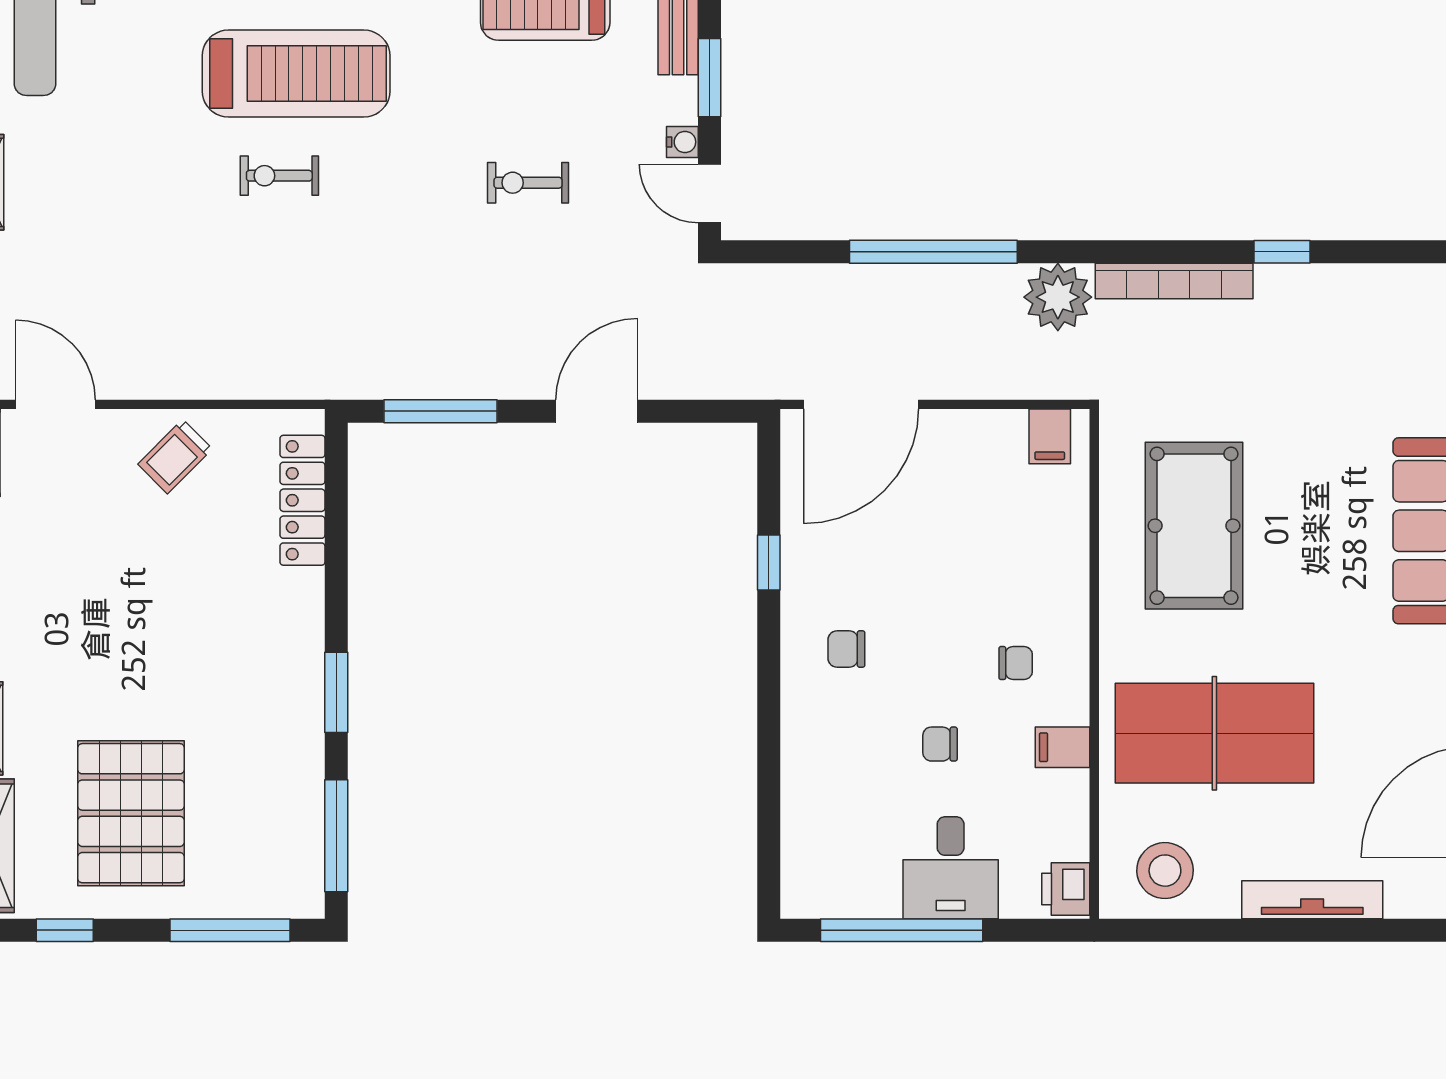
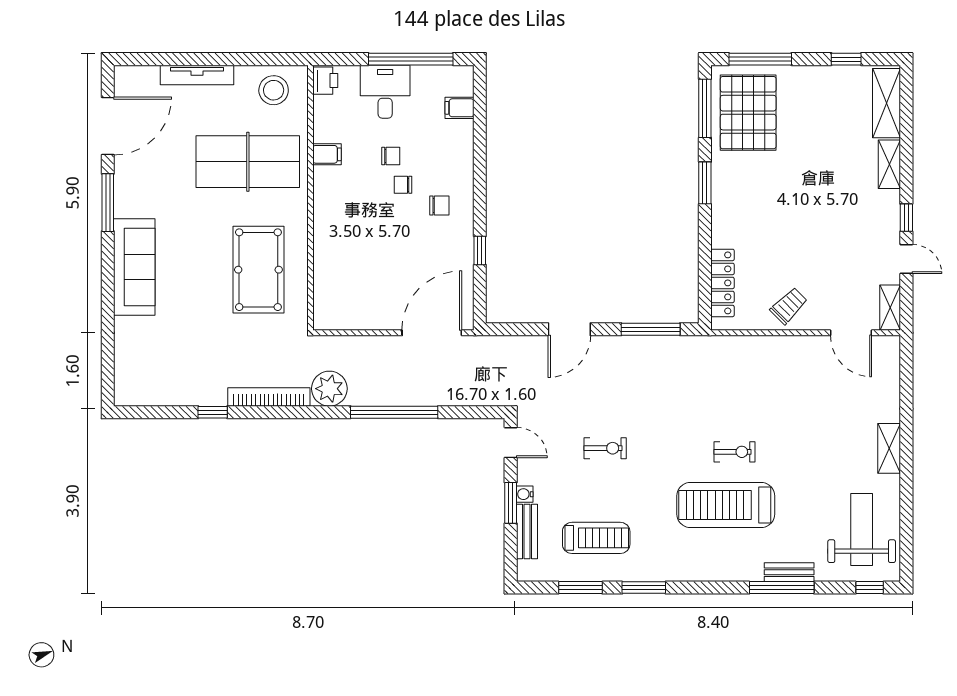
water cooler: (682, 142) -> (525, 494), moved
filing cabinet: (1050, 436) -> (460, 108), moved, turned -90
chair: (1016, 663) -> (403, 185), moved
pallet: (131, 813) -> (748, 113), moved

